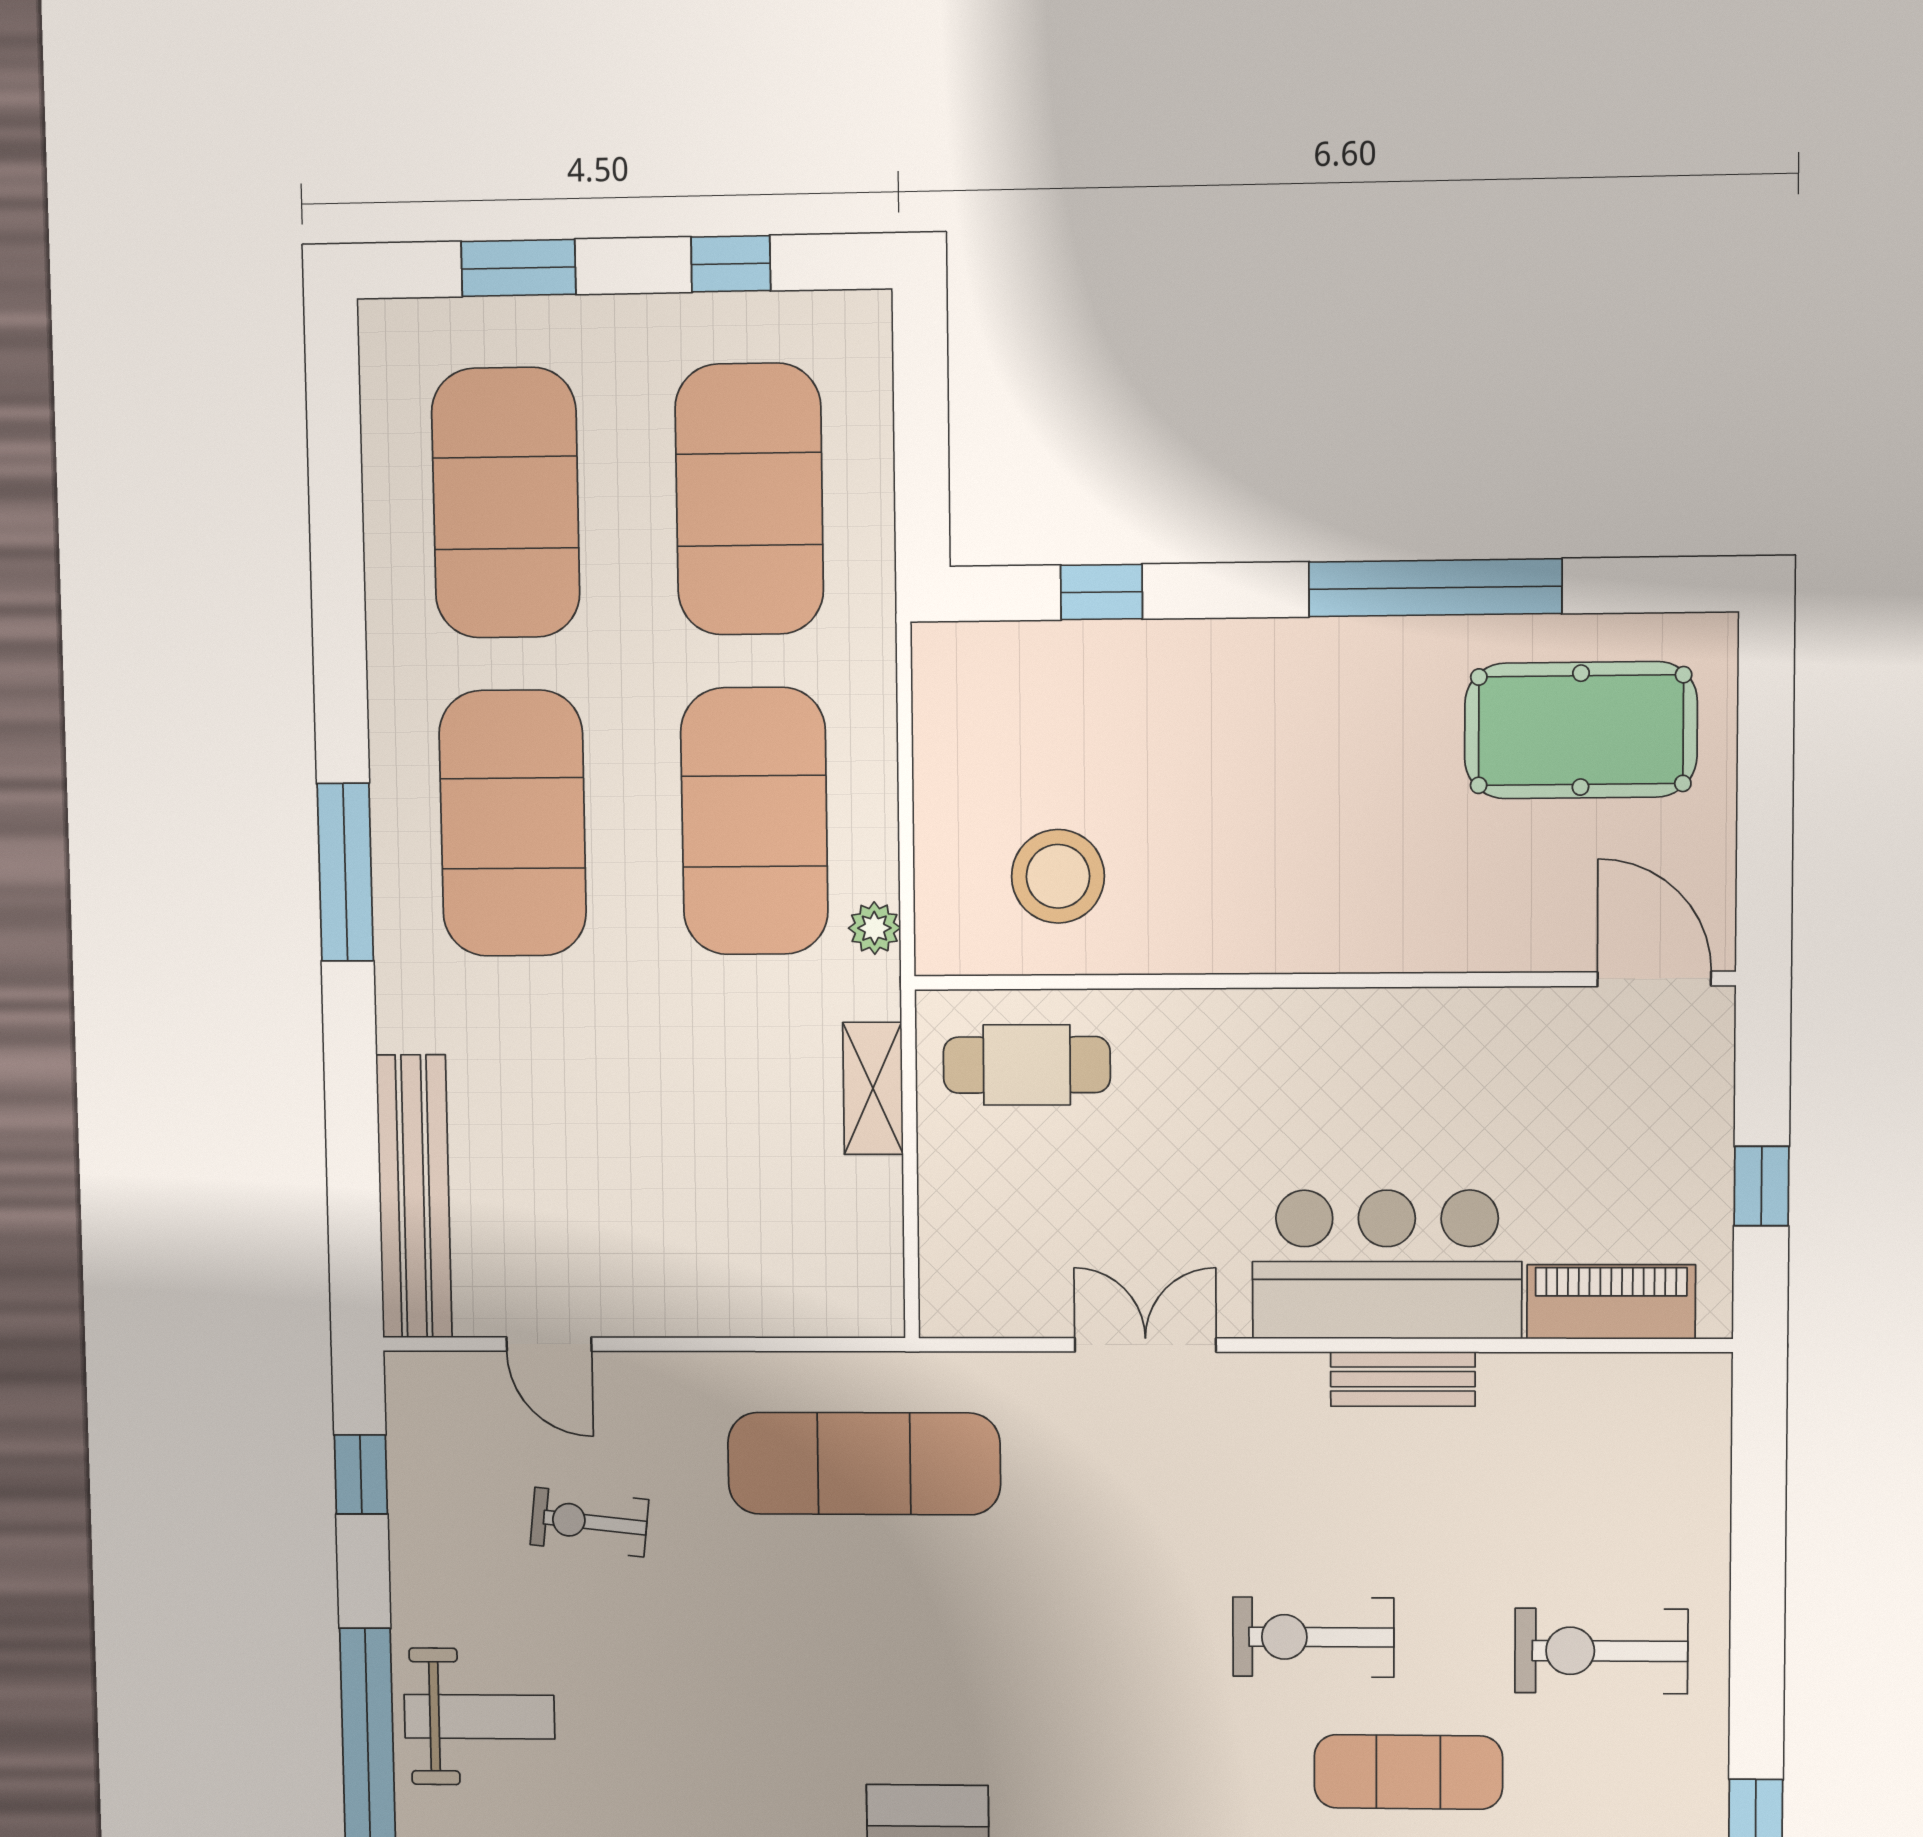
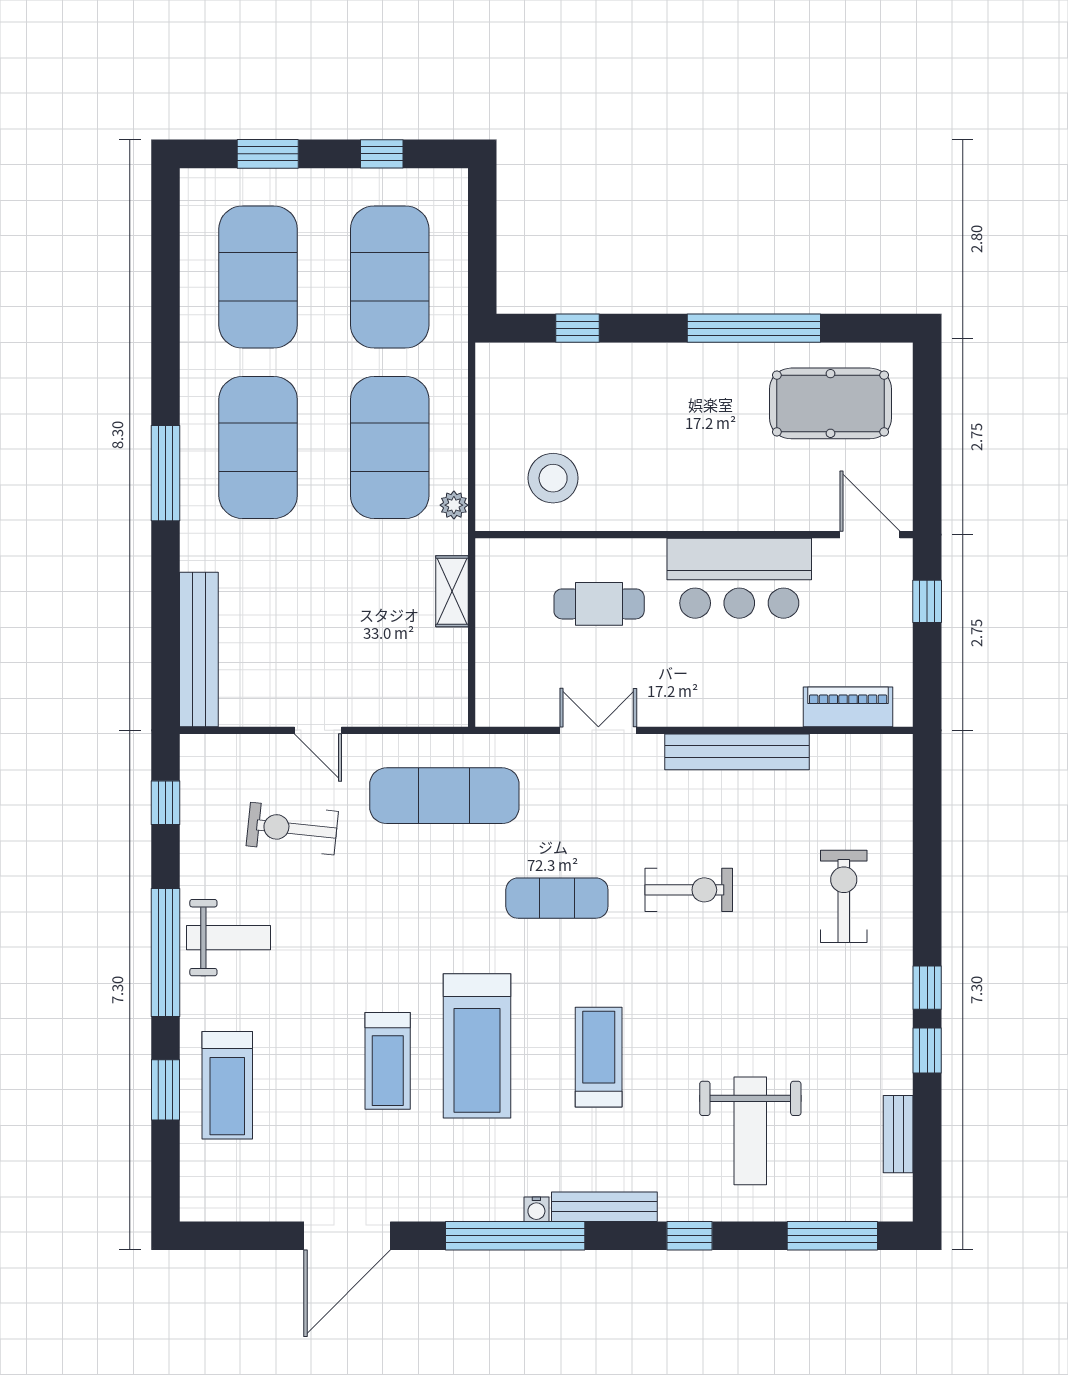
cafe table: (1027, 1065) -> (599, 604), moved
window: (1761, 1186) -> (927, 601), moved
bar counter: (1387, 1264) -> (739, 578), moved, turned 180
door: (549, 1344) -> (318, 730), moved
bench: (1403, 1379) -> (737, 752), width x1.86, depth x1.21
exercise bike: (589, 1522) -> (292, 829), width x1.38, depth x1.39
exercise bike: (1313, 1637) -> (689, 890), turned 180
exercise bike: (1601, 1651) -> (844, 896), turned 90
exercise mat: (1408, 1772) -> (557, 898), moved

